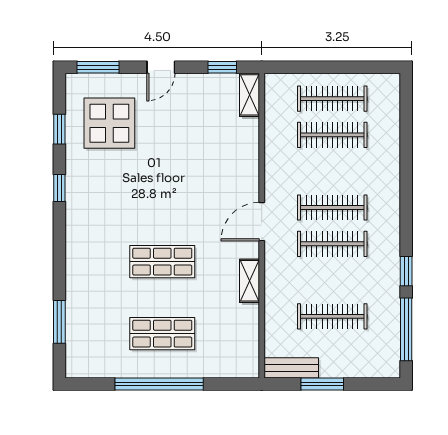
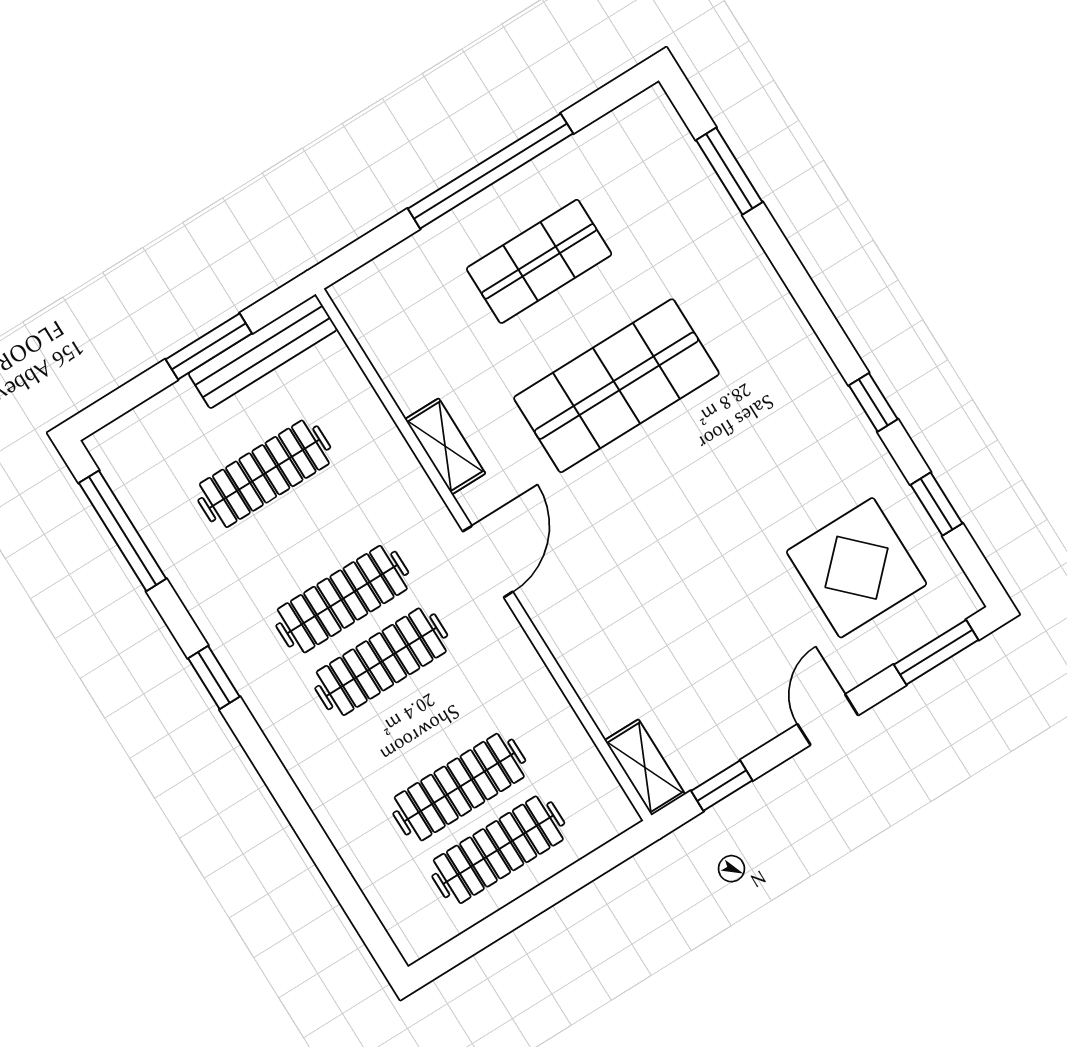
shop shelf: (162, 262) -> (616, 386), width x1.43, depth x1.36
window: (406, 271) -> (214, 677), moved
bench: (291, 368) -> (263, 351), width x1.36

